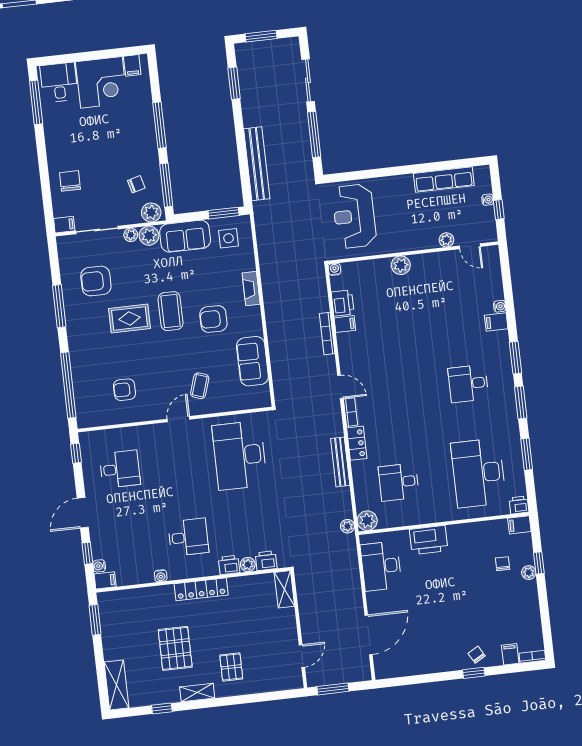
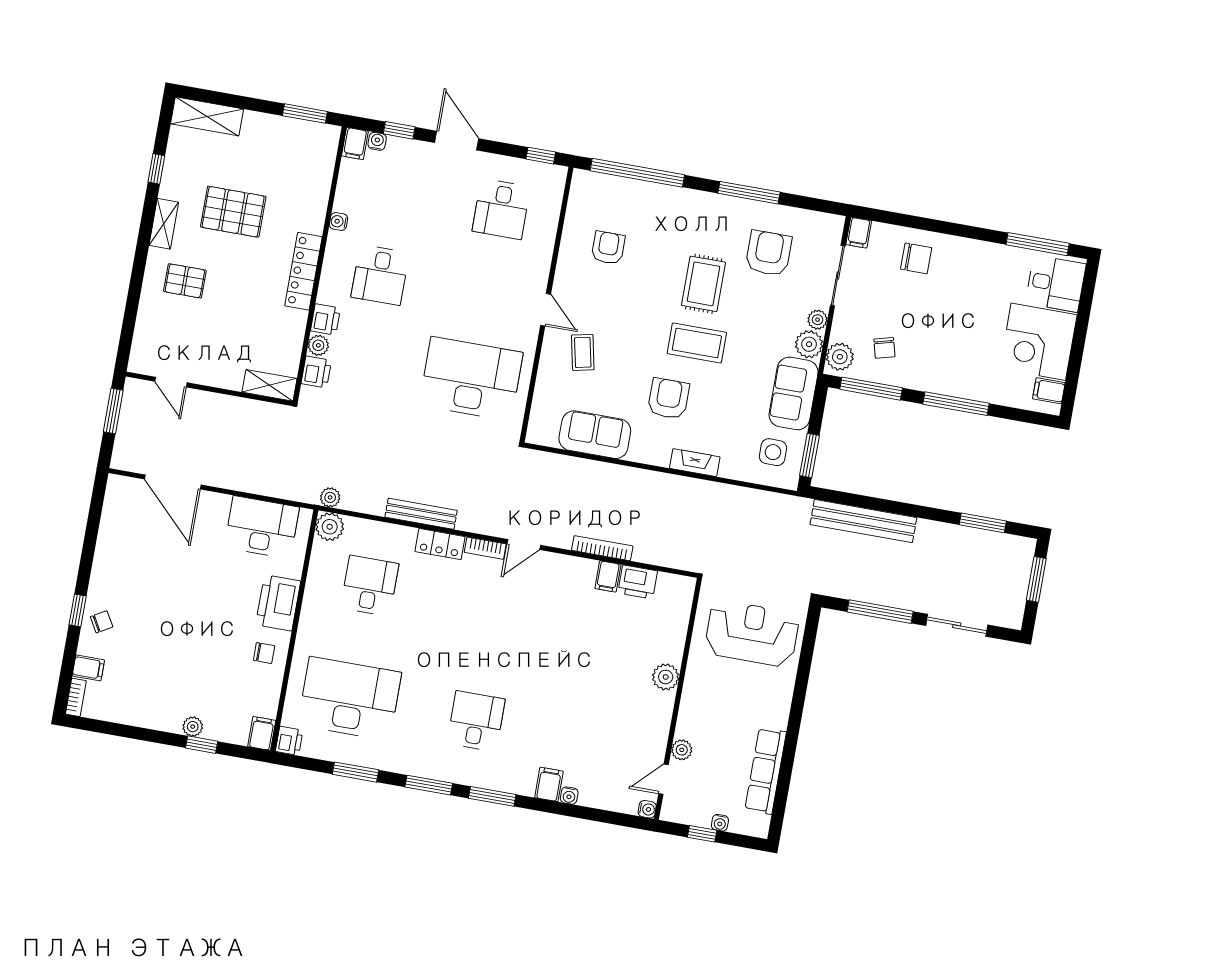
water cooler: (335, 269) -> (647, 809), moved
coffee table: (200, 386) -> (583, 352), turned 60
chair: (503, 564) -> (264, 653), moved

